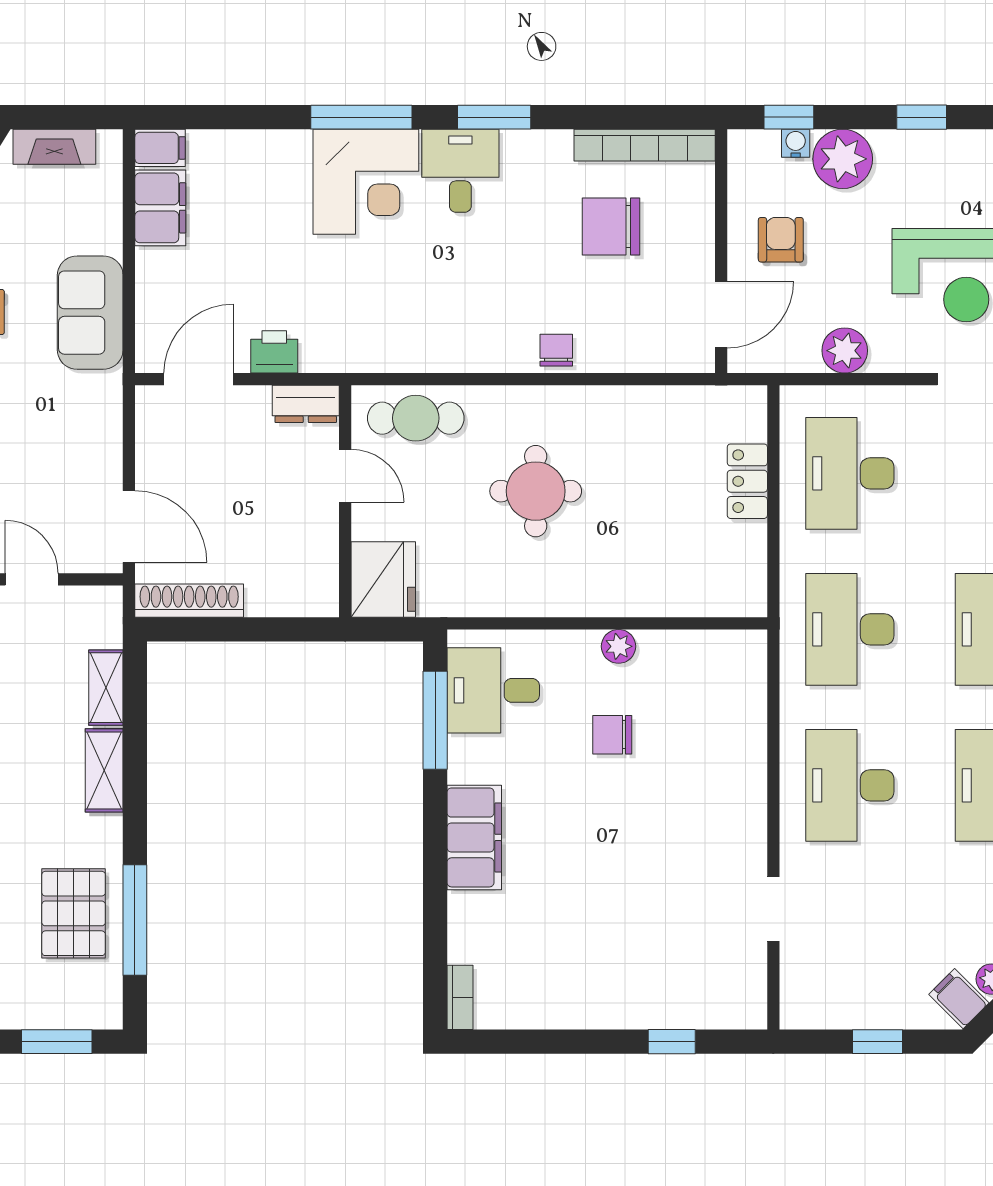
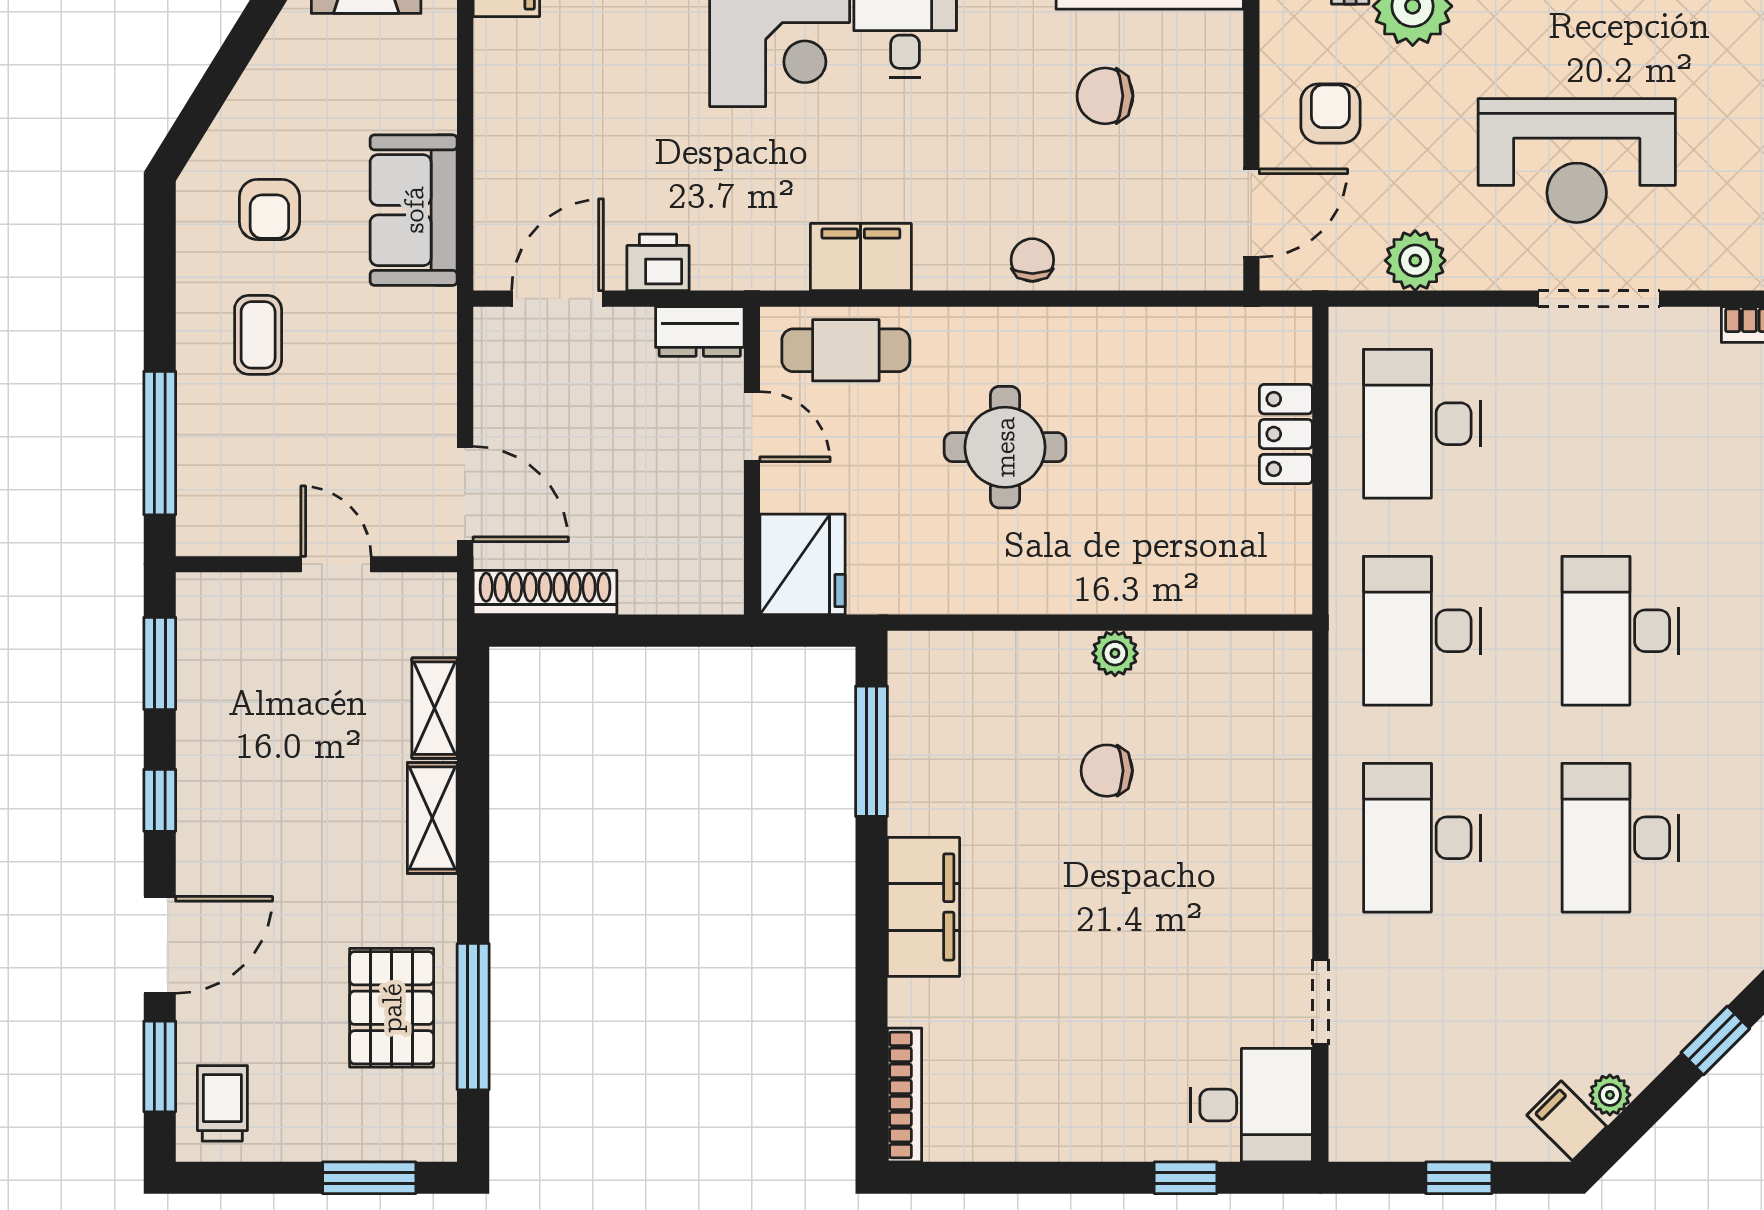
filing cabinet: (160, 208) -> (861, 257), moved, turned -90
chair: (611, 226) -> (1105, 96), width x0.73, depth x0.73
desk: (493, 690) -> (1251, 1105), moved, turned 180
bookcase: (460, 997) -> (905, 1095), width x1.56

